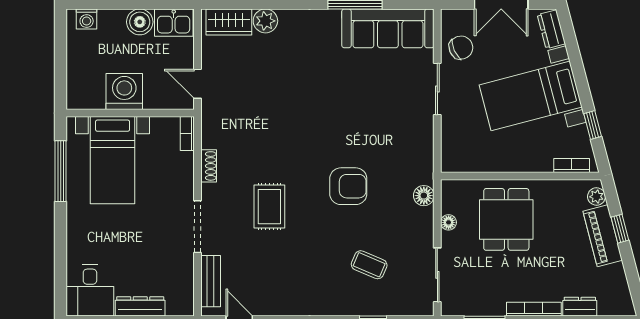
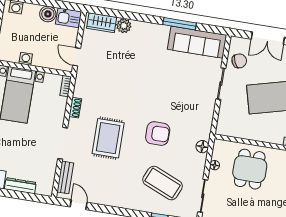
washing machine: (124, 92) -> (26, 59), width x0.53, depth x0.53
rug: (269, 207) -> (108, 138), width x1.36, depth x1.43
coffee table: (369, 265) -> (163, 183), width x1.86, depth x1.72

